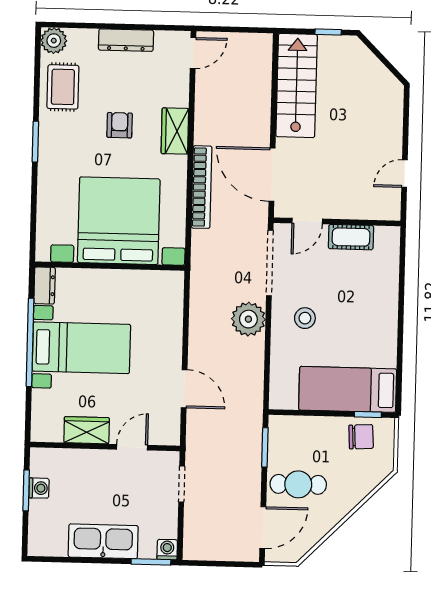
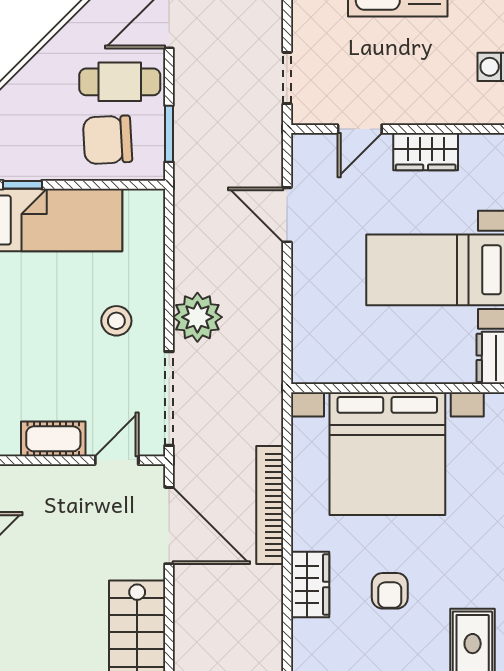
chair: (361, 437) -> (108, 140), moved, width x1.37, depth x1.37

